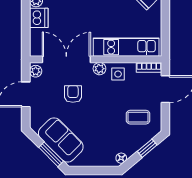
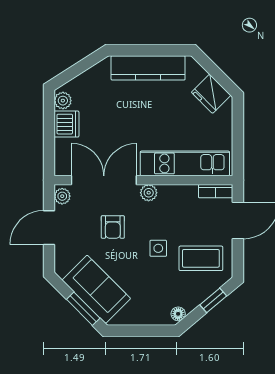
side table: (118, 74) -> (158, 248), moved
armchair: (73, 94) -> (113, 227), turned 180
coffee table: (138, 117) -> (201, 258), width x1.36, depth x1.30

